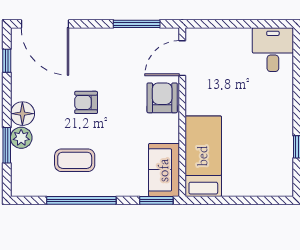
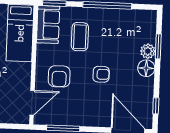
armchair: (162, 98) -> (59, 76), moved
coffee table: (75, 160) -> (80, 37), moved, turned 90

